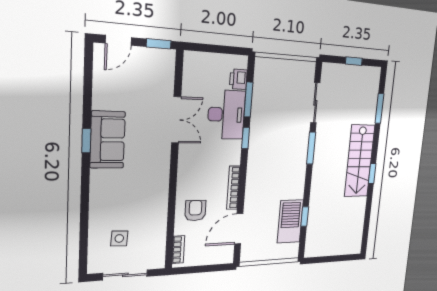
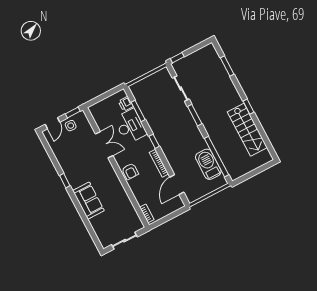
window: (354, 61) -> (177, 58), moved
window: (246, 138) -> (154, 141), moved
sofa: (108, 140) -> (88, 201), moved
stairs: (360, 161) -> (247, 130), moved
armchair: (195, 211) -> (130, 171), moved, turned 180
window: (305, 216) -> (216, 157), width x3.17
side table: (119, 238) -> (71, 126), moved

